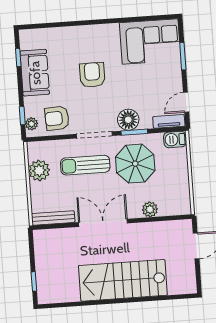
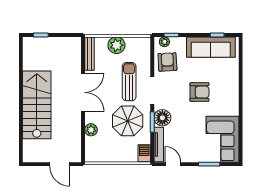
sofa: (35, 73) -> (211, 47), width x1.36
tv unit: (169, 121) -> (159, 144), width x1.41
plant: (39, 170) -> (116, 45), moved

